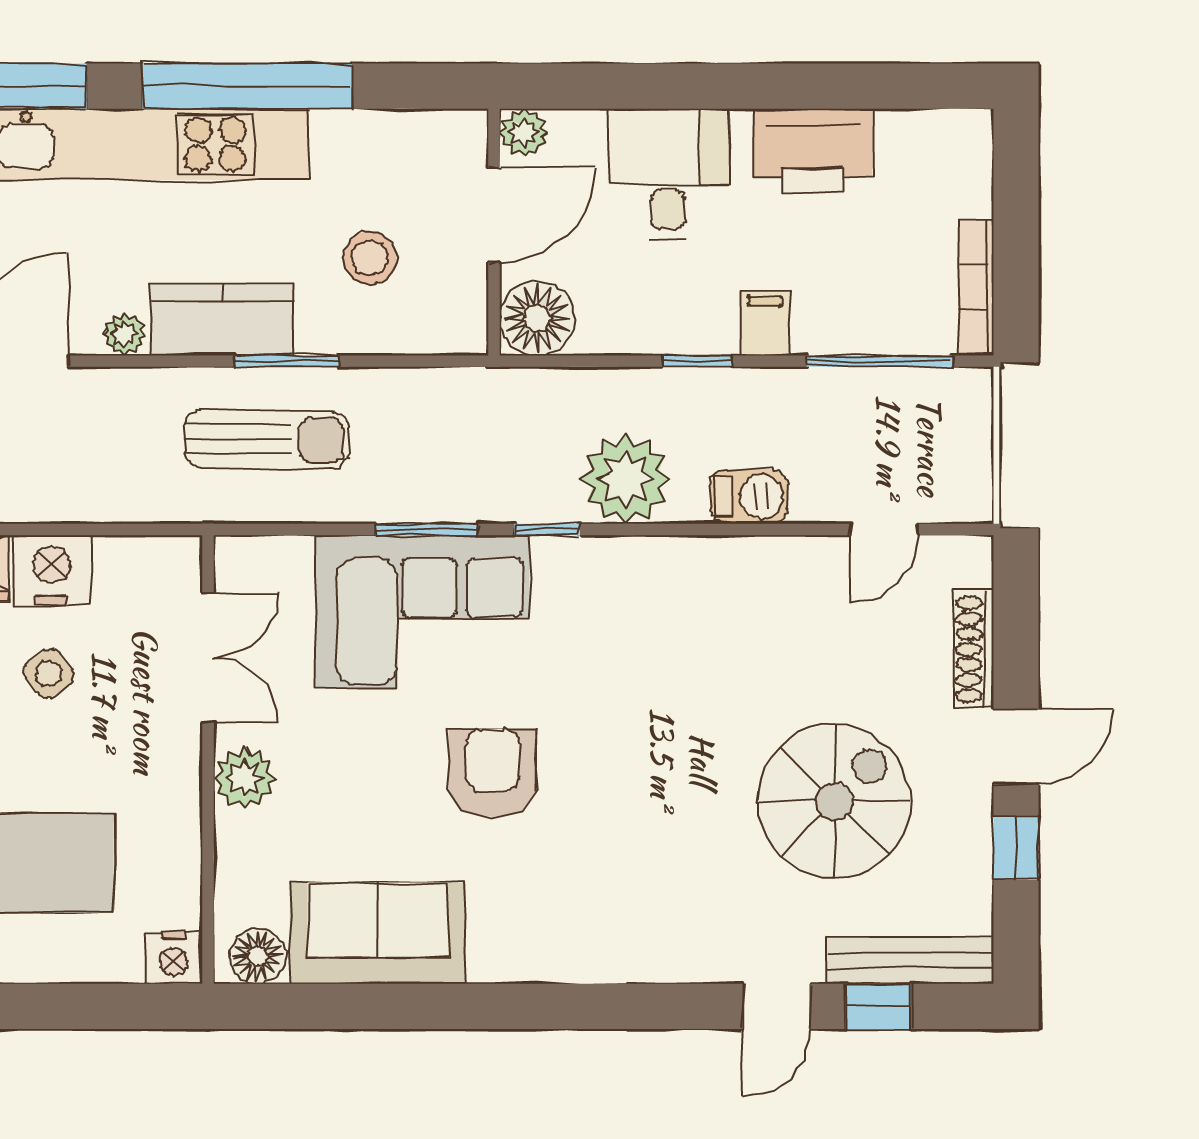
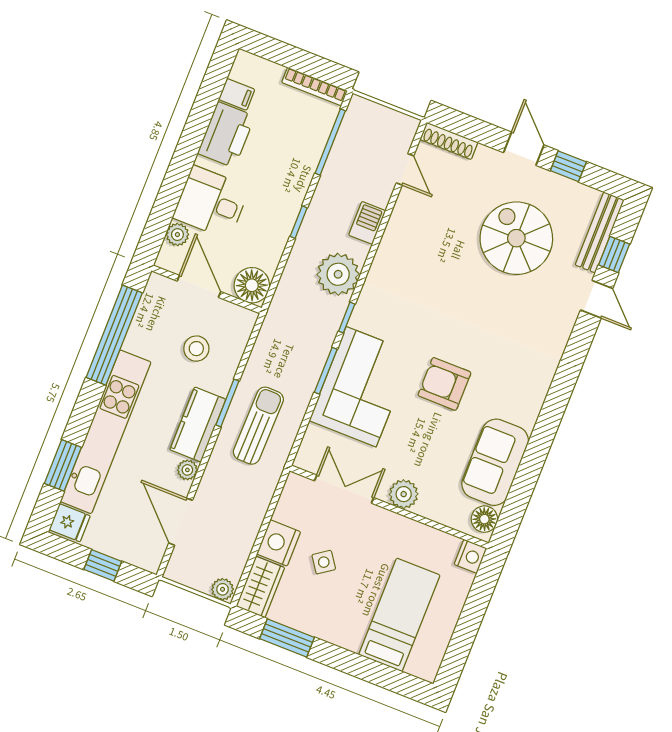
window: (247, 86) -> (114, 335), moved
plant: (524, 133) -> (177, 235), moved
filing cabinet: (765, 324) -> (237, 94), moved, turned 180
shoe rack: (974, 649) -> (449, 141), moved

